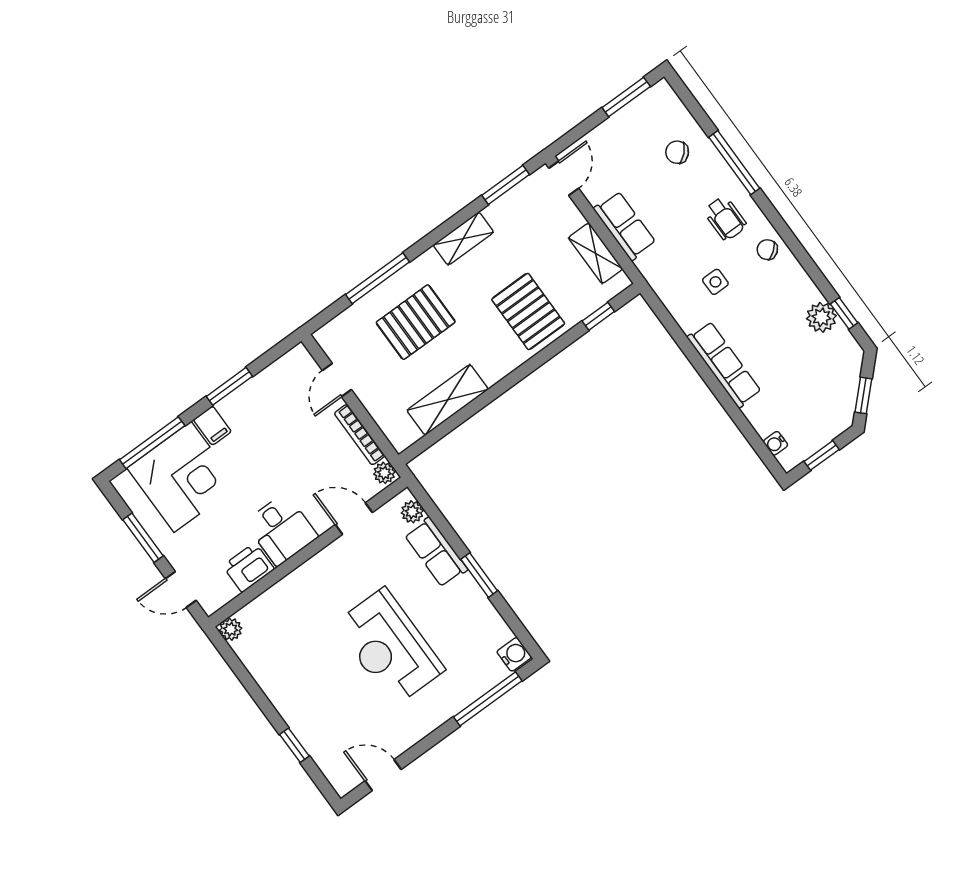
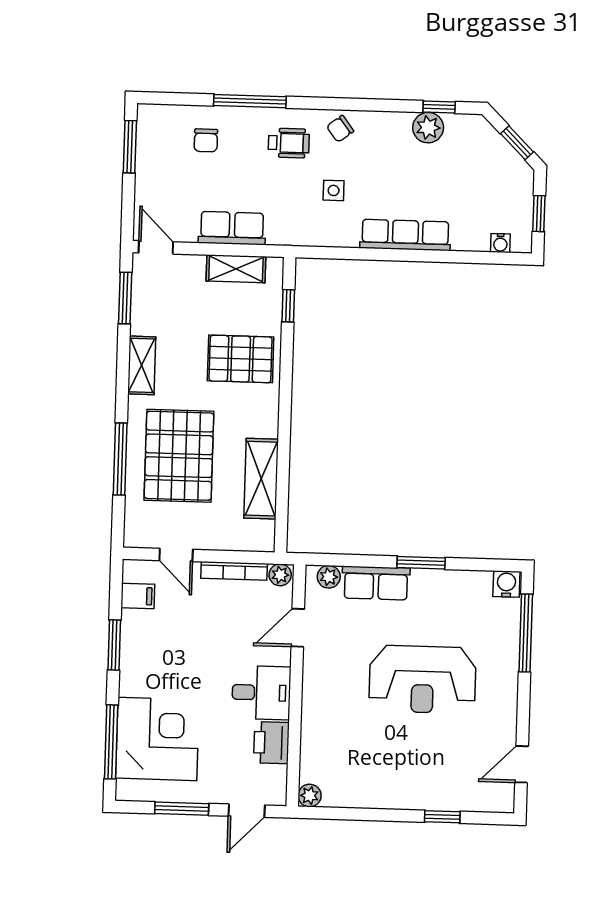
chair: (677, 152) -> (206, 140), turned -46
pallet: (416, 322) -> (179, 456), width x1.37, depth x1.41
filing cabinet: (212, 426) -> (138, 596), moved

